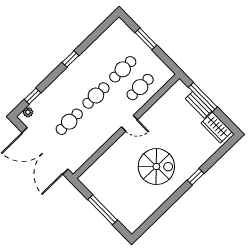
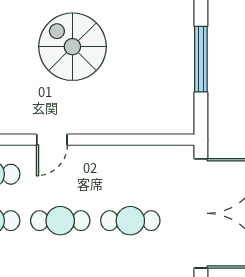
door: (129, 123) -> (52, 140), swing flipped

